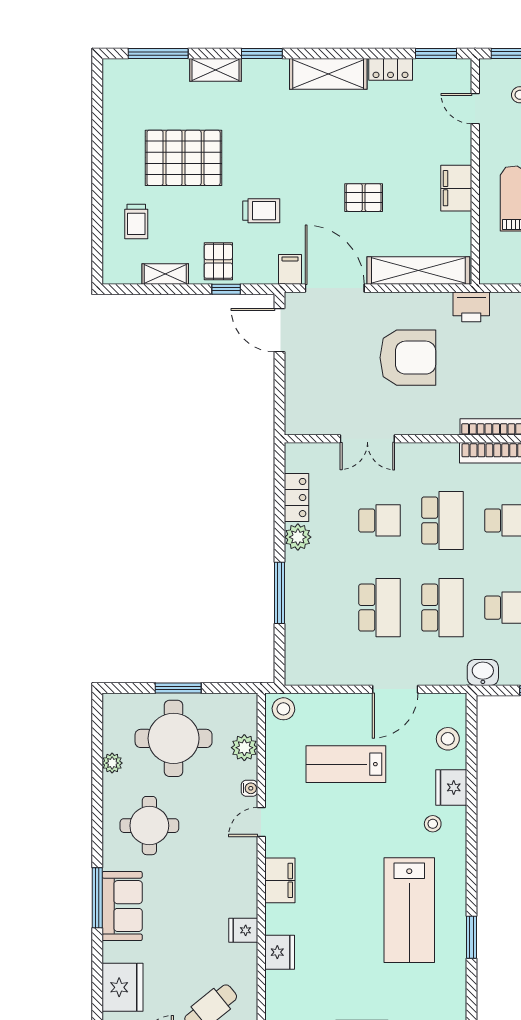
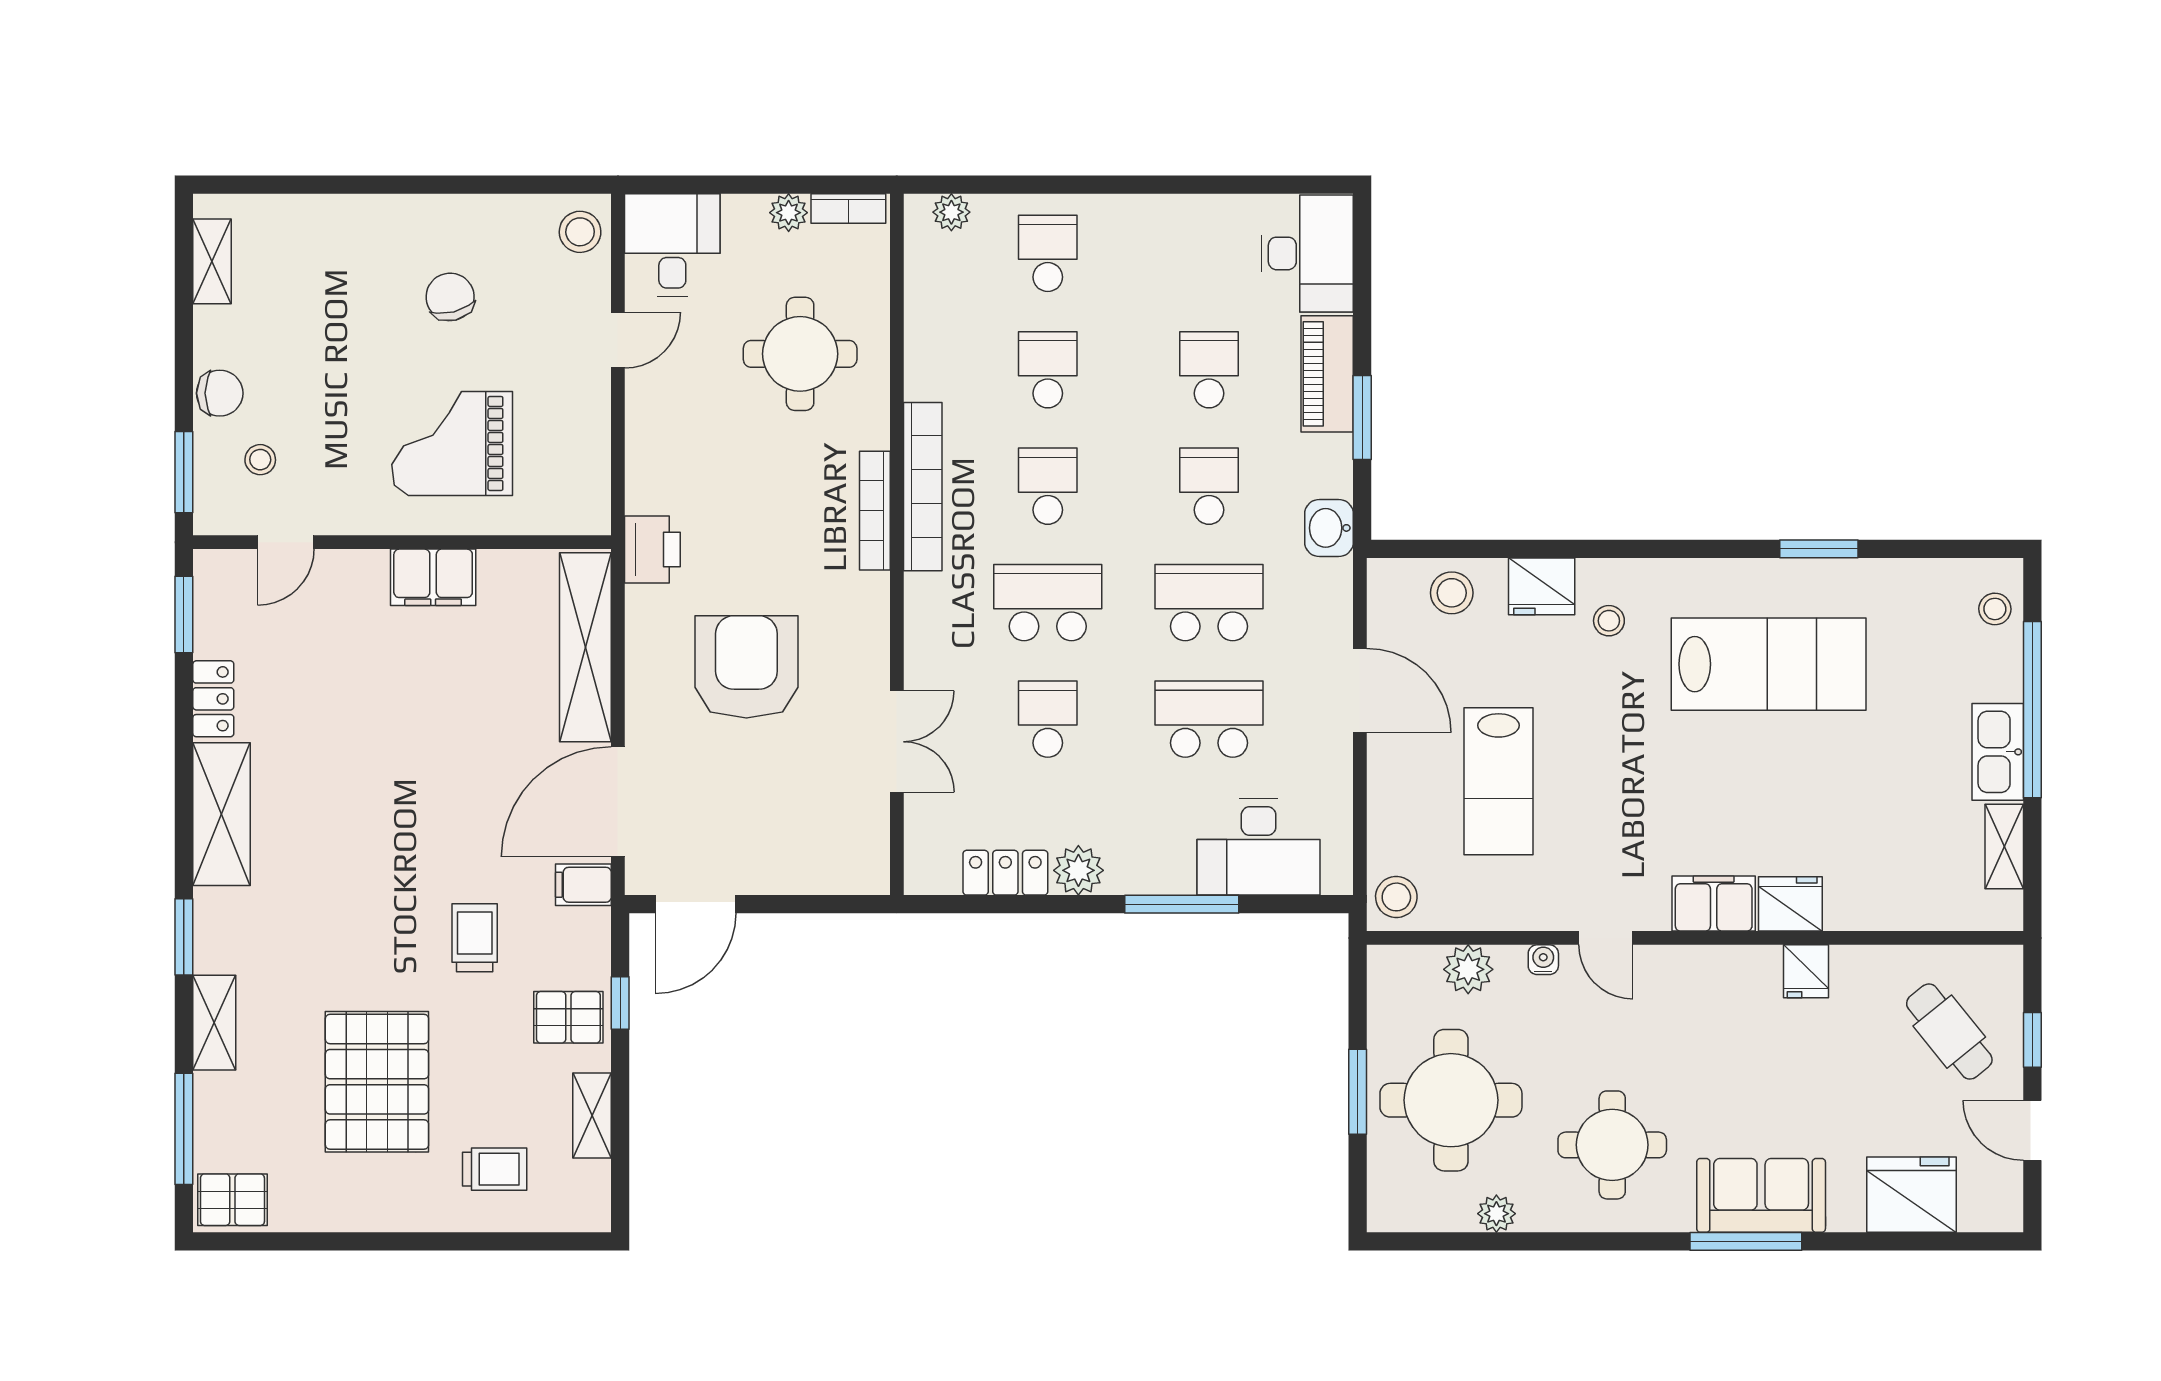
pallet: (364, 198) -> (232, 1200), moved, turned 90
desk: (310, 634) -> (1259, 847), added
fridge: (280, 952) -> (1790, 904), moved

